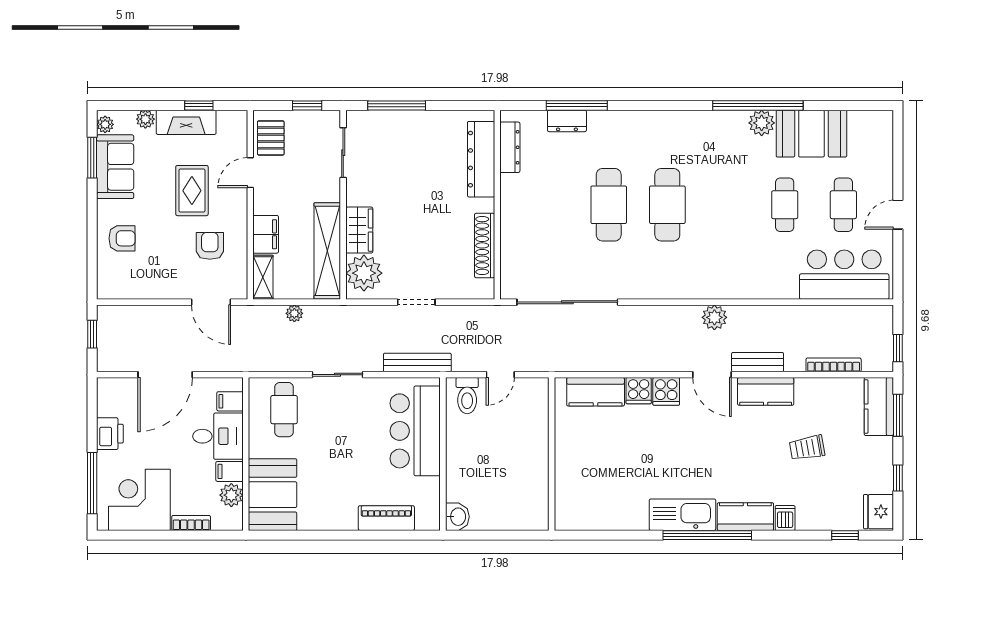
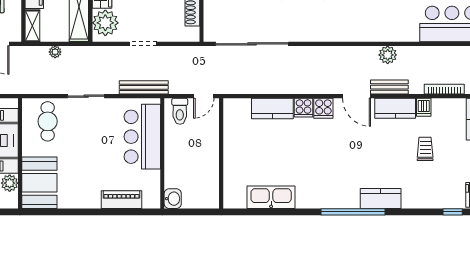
plant: (714, 317) -> (388, 55), moved
trolley: (807, 448) -> (425, 149), turned 100
wall: (552, 454) -> (221, 153), moved
kitchen sink: (682, 515) -> (271, 197), moved
dishwasher: (785, 518) -> (424, 107), moved, turned 180

